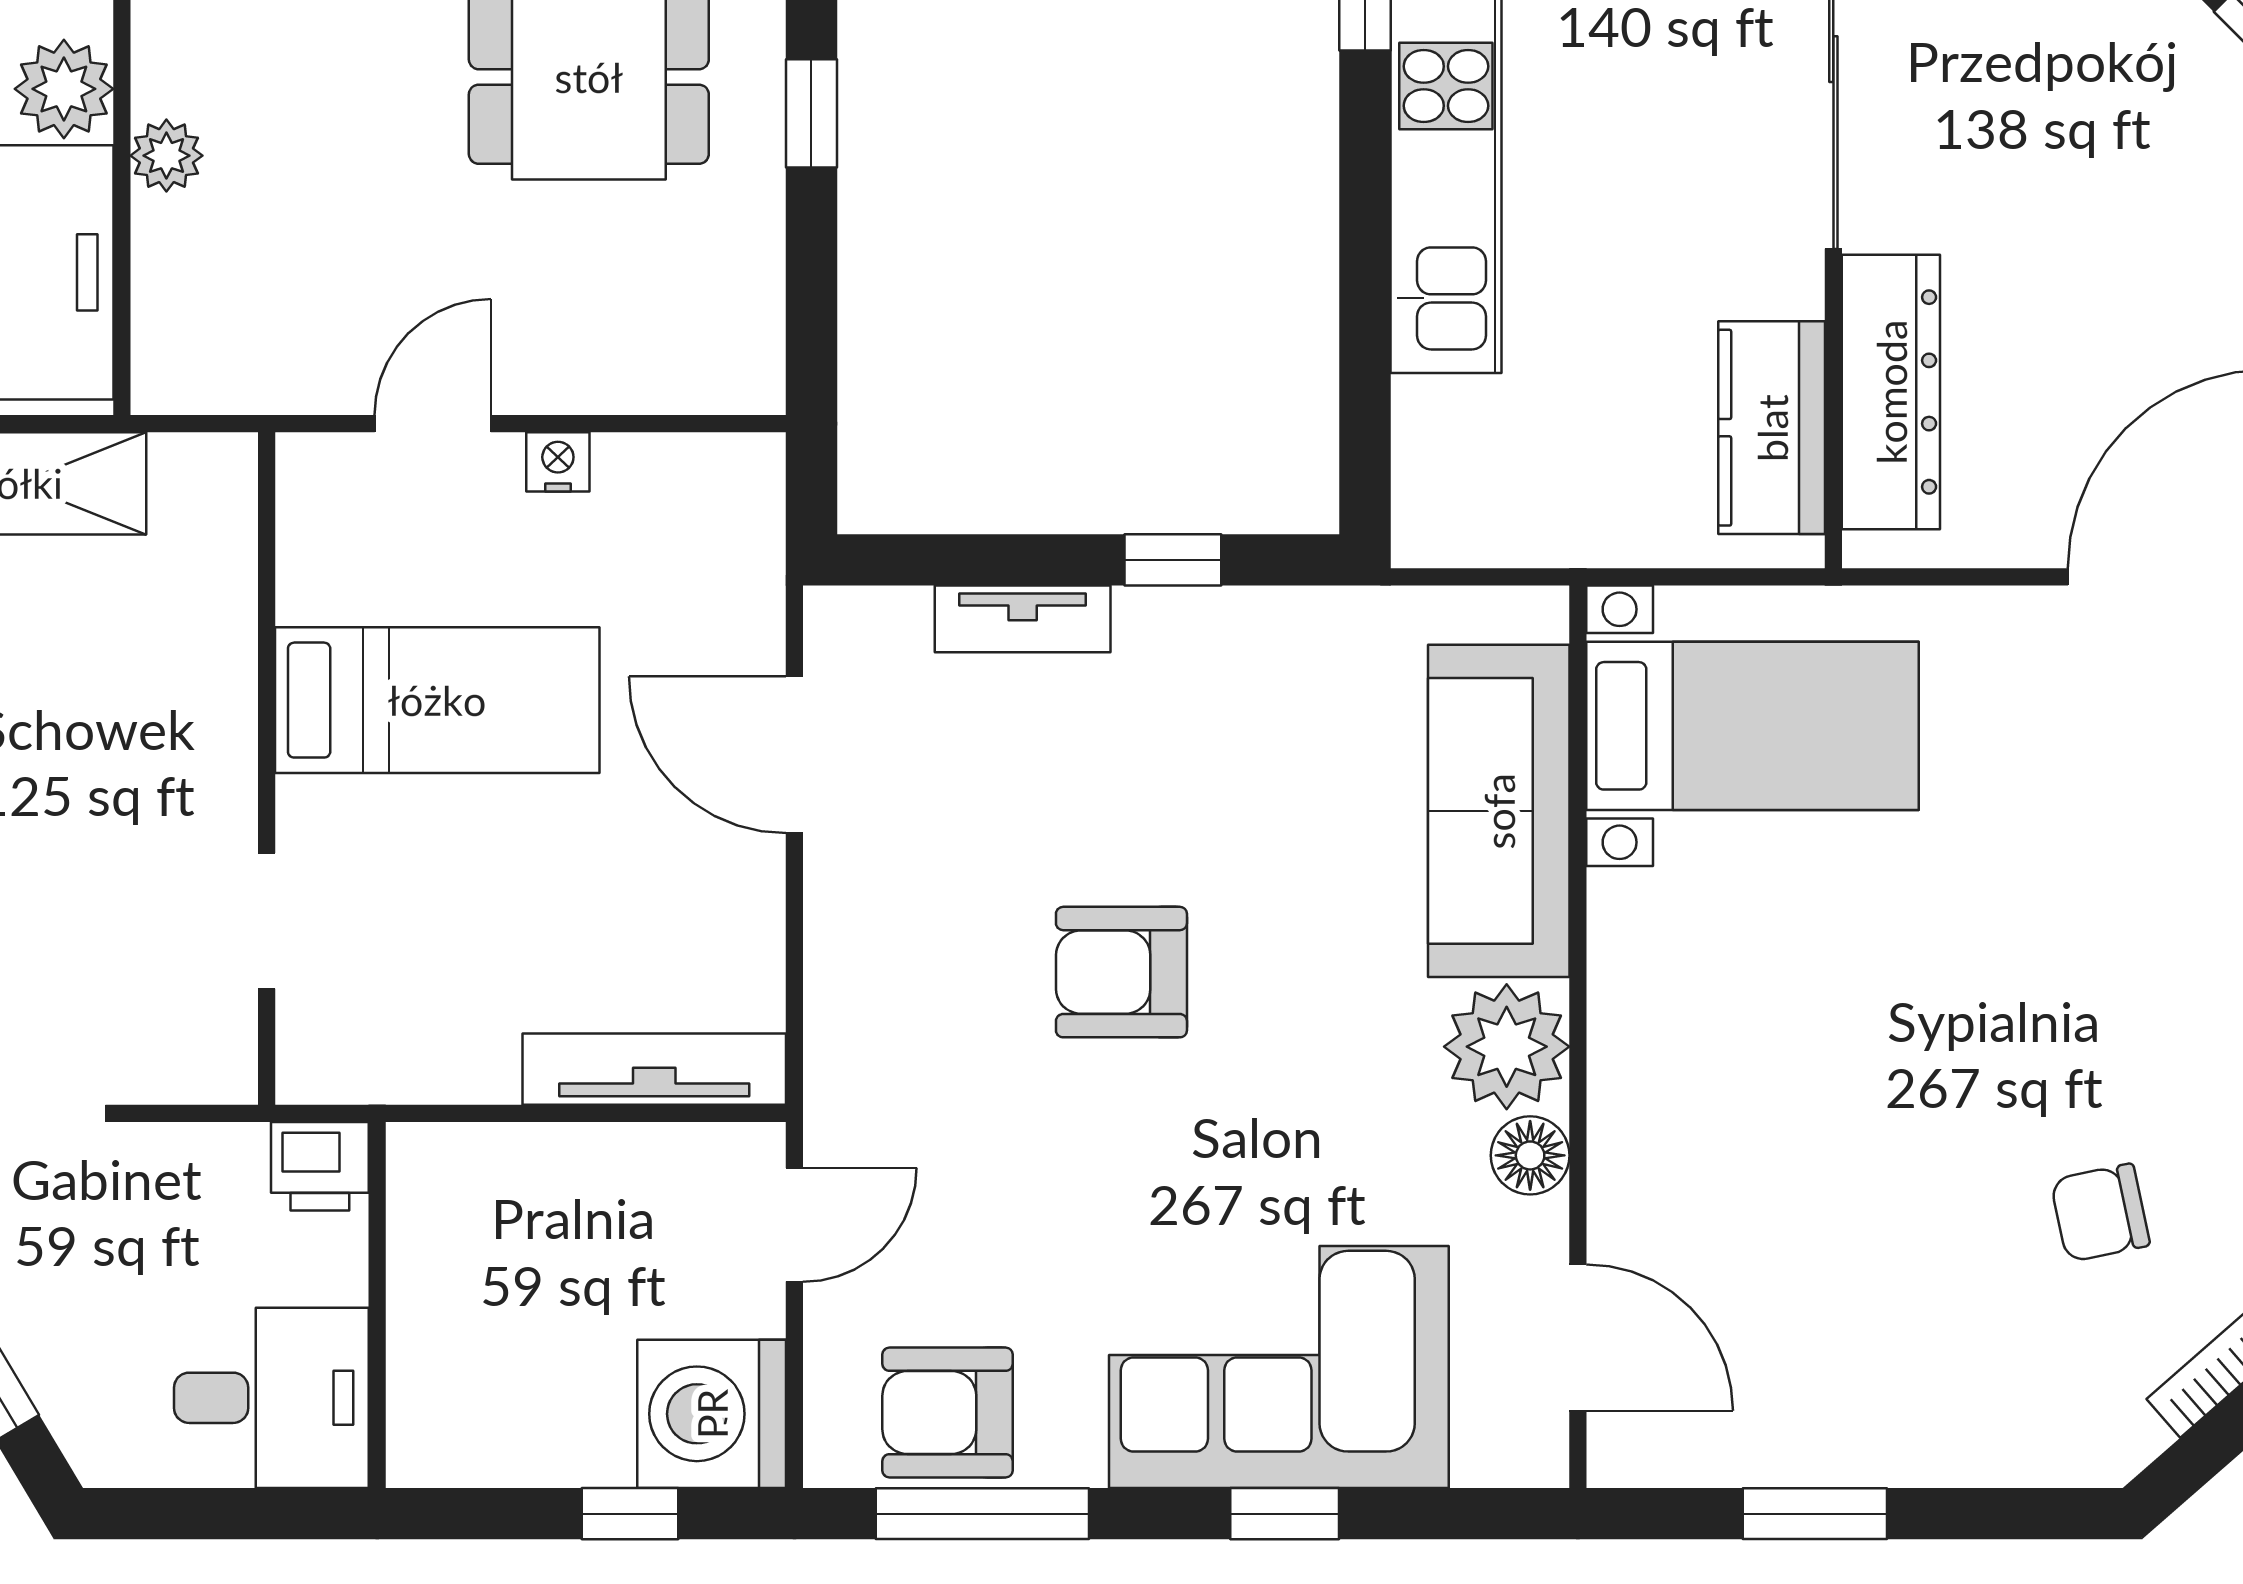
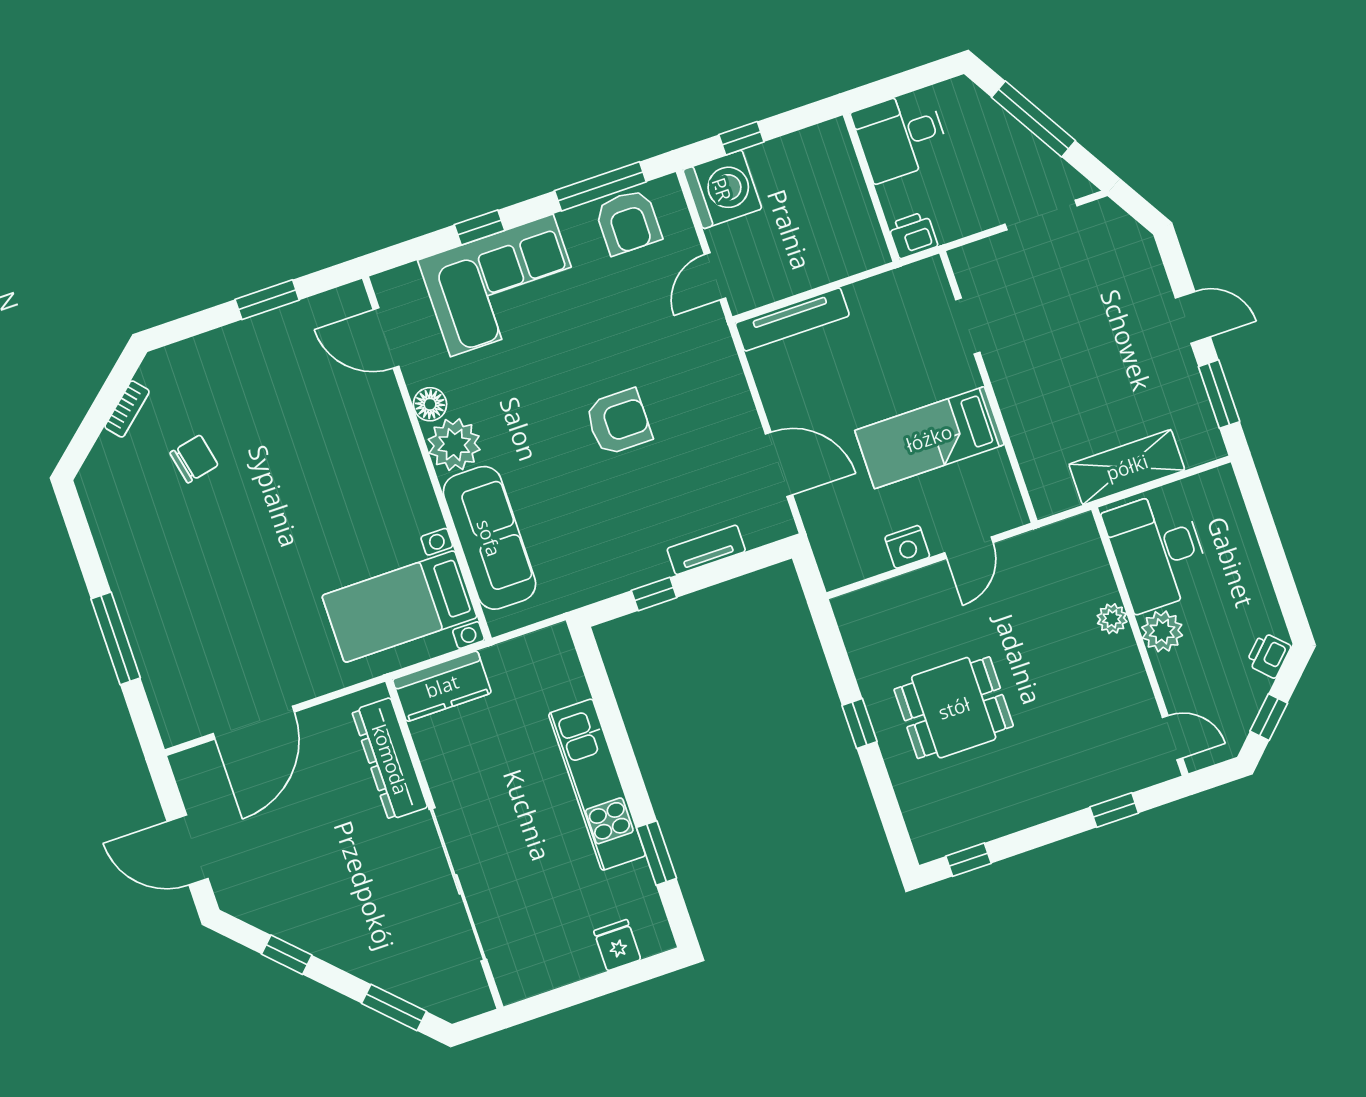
kitchen counter: (1772, 428) -> (442, 686), moved, turned 90
nightstand: (558, 462) -> (907, 547), width x1.39, depth x1.35
armchair: (948, 1412) -> (628, 222), turned 90

